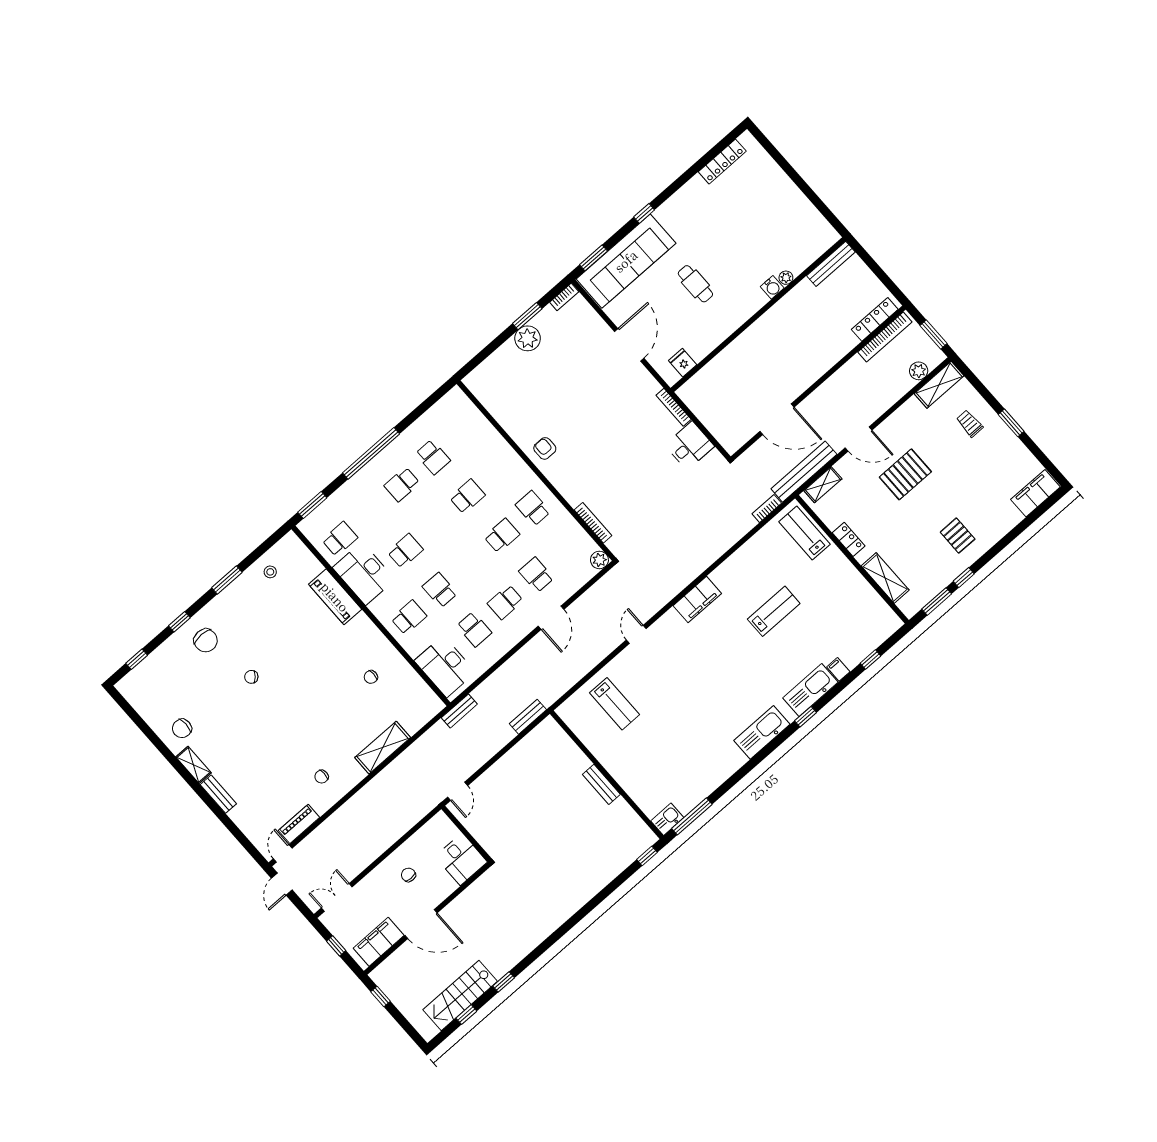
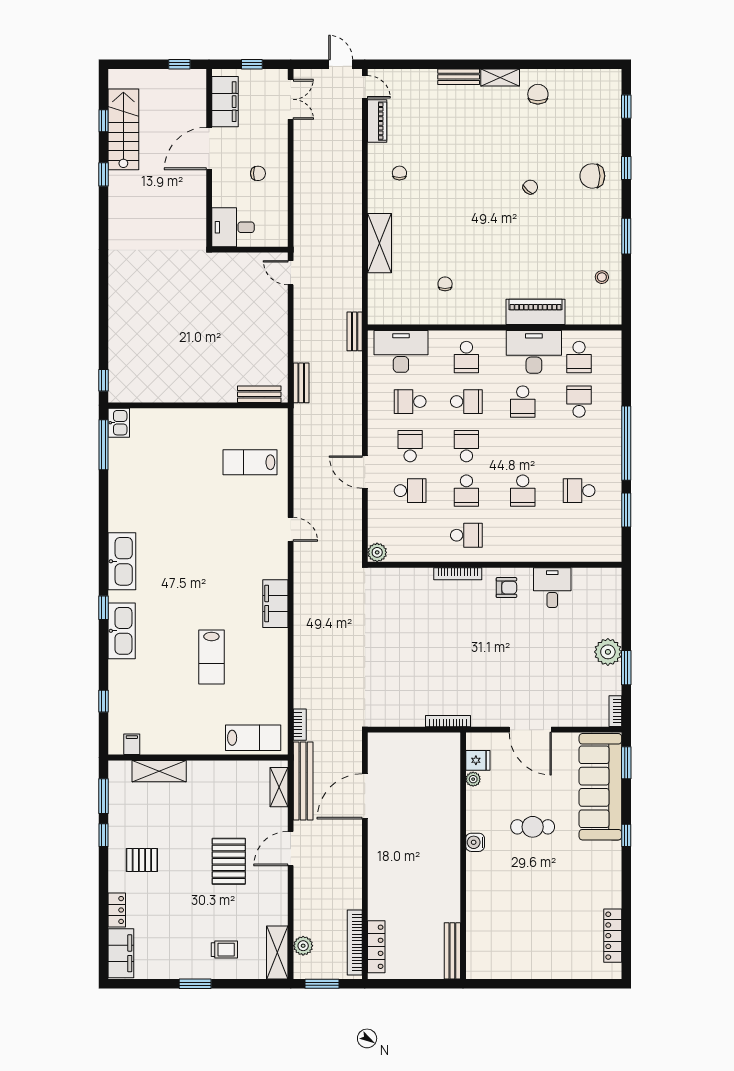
plant: (786, 278) -> (473, 779), moved
water cooler: (772, 287) -> (475, 842), moved
desk: (690, 446) -> (552, 588), moved, turned 180
school desk: (402, 484) -> (579, 402), moved
window: (312, 505) -> (626, 510), moved
bookcase: (593, 523) -> (458, 574), moved
locker: (849, 539) -> (117, 910), moved, turned -90
school desk: (471, 563) -> (466, 446), added
filing cabinet: (838, 669) -> (132, 744), moved, turned -90
bench: (601, 784) -> (259, 394), moved

